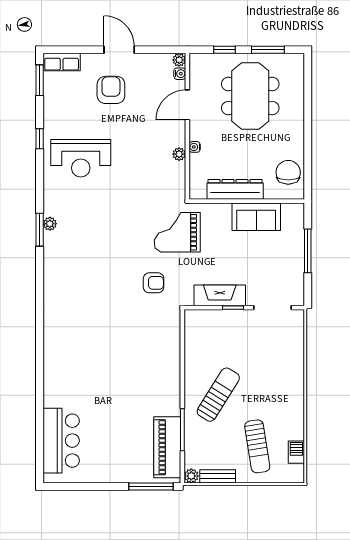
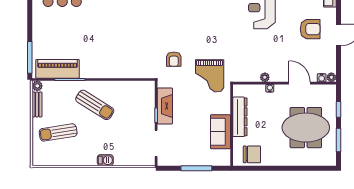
grand piano: (177, 232) -> (210, 76), turned 180
barbecue: (296, 452) -> (105, 160), moved

